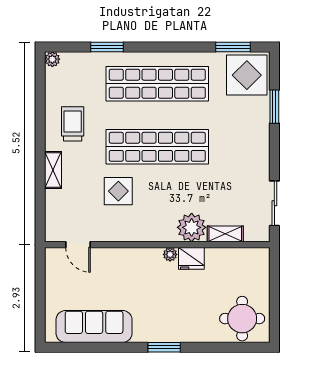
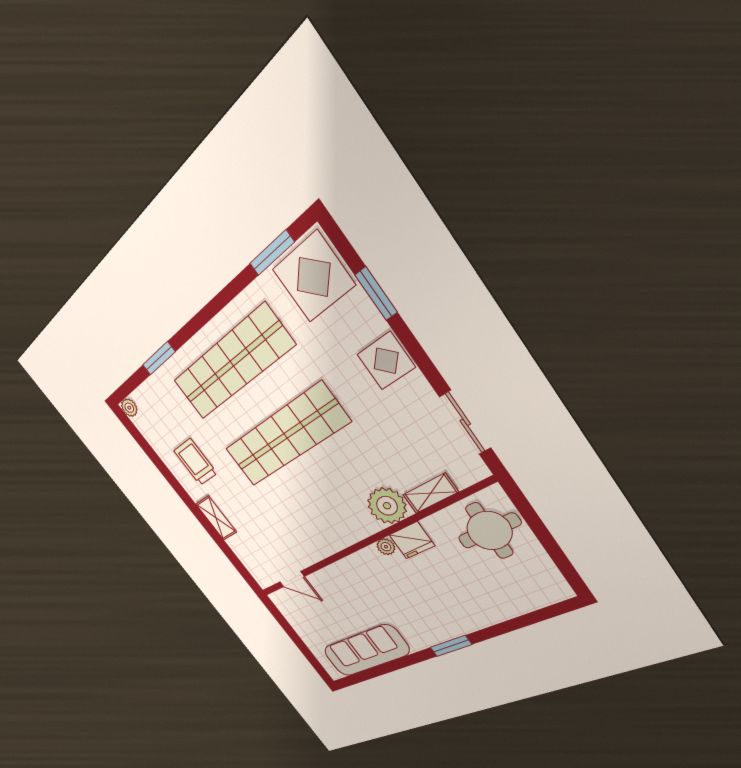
display table: (118, 191) -> (386, 361), moved
round table: (242, 319) -> (489, 531), moved

